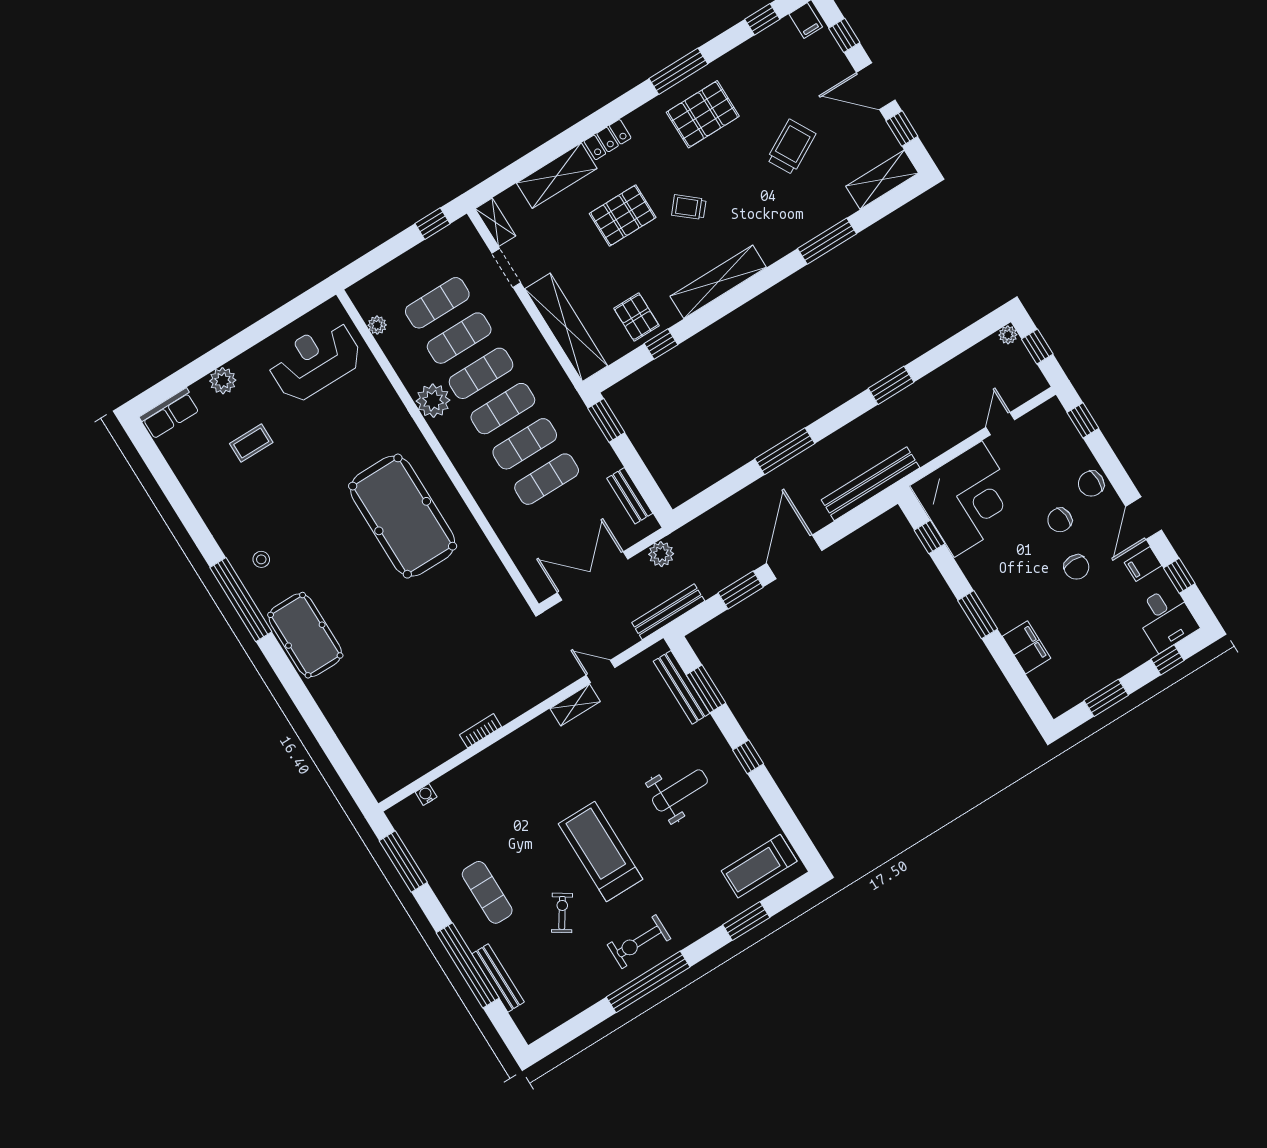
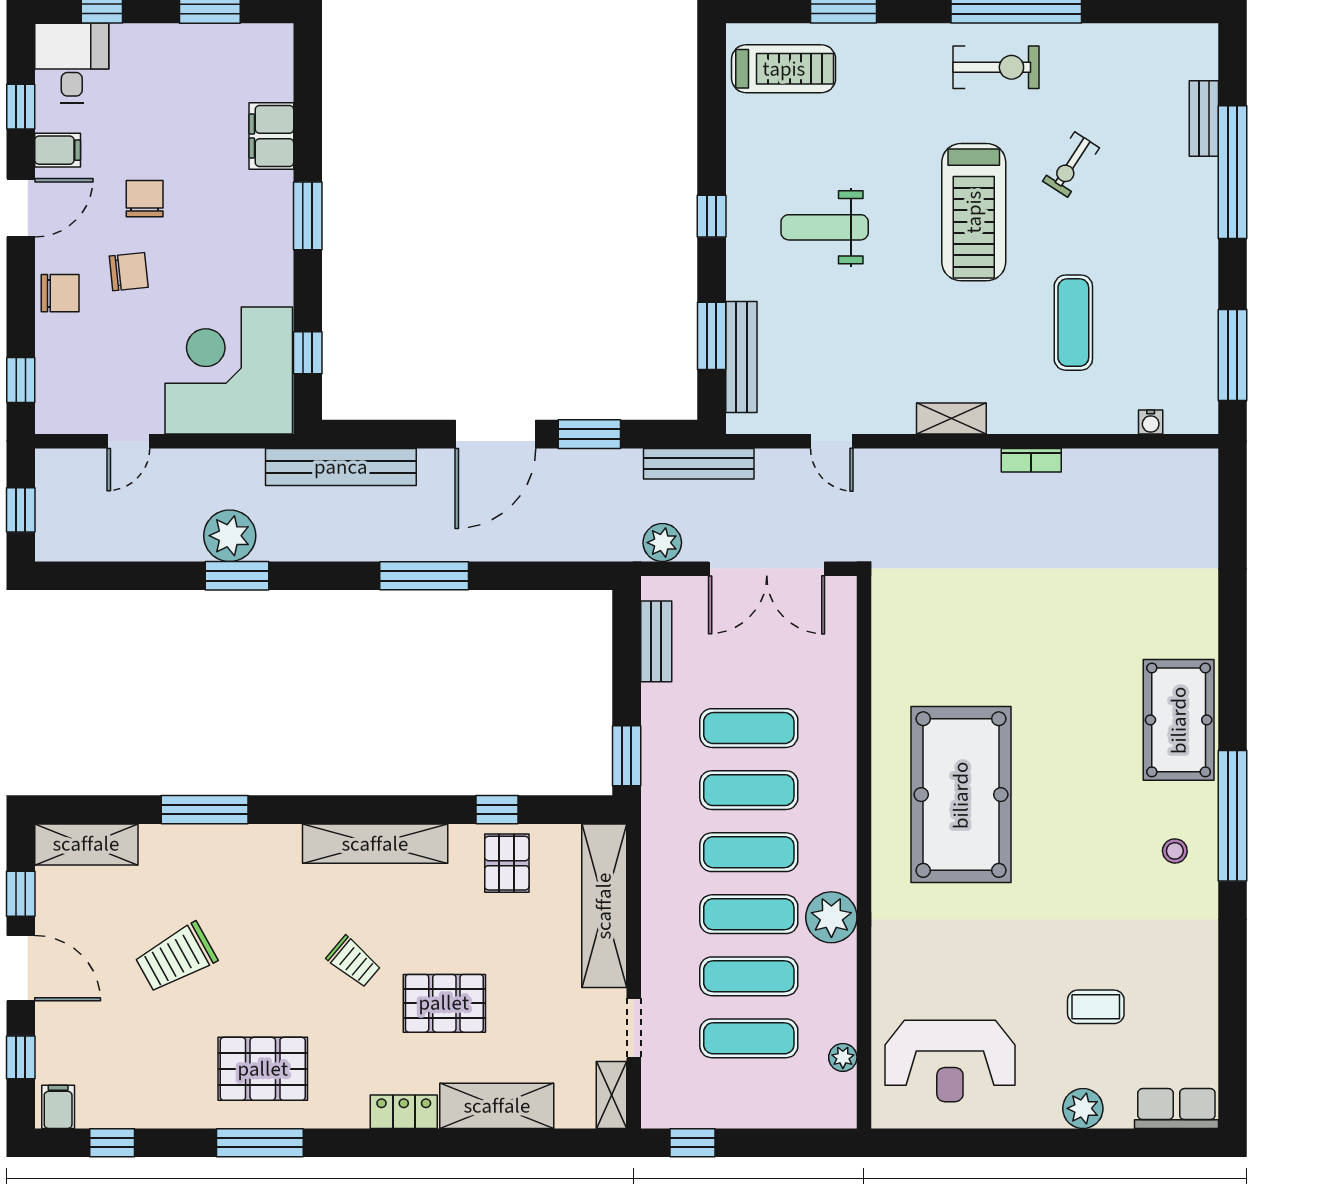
plant: (1008, 335) -> (230, 536), moved, width x1.88, depth x1.88
shelving: (575, 705) -> (951, 418), moved
exercise mat: (487, 892) -> (1073, 323), moved
bench: (498, 978) -> (1204, 118), width x0.73

